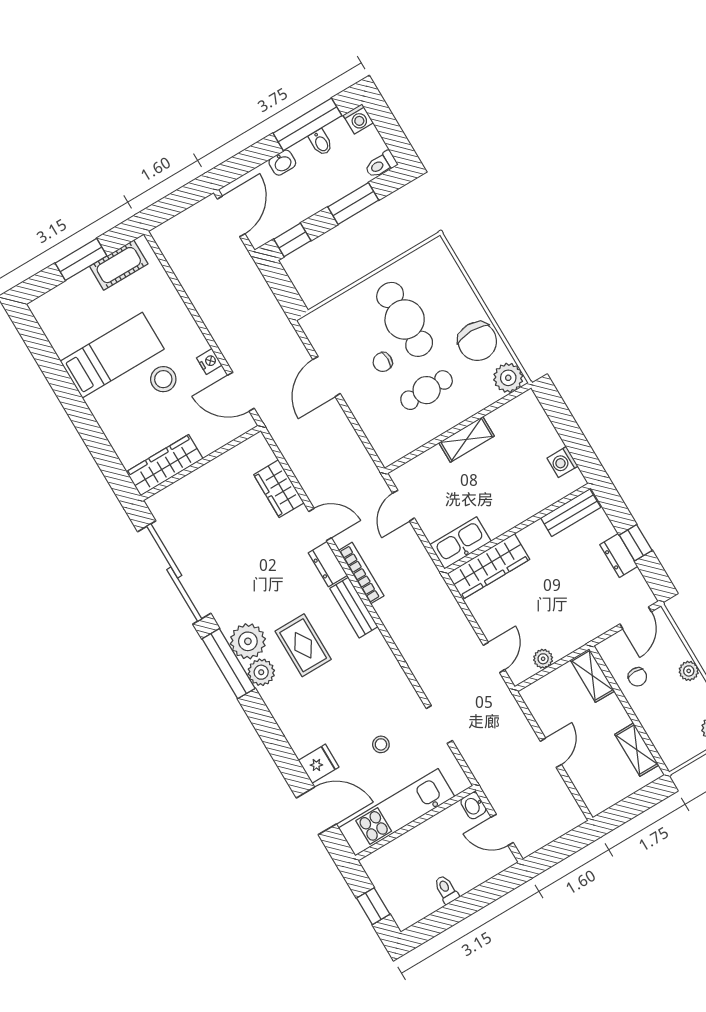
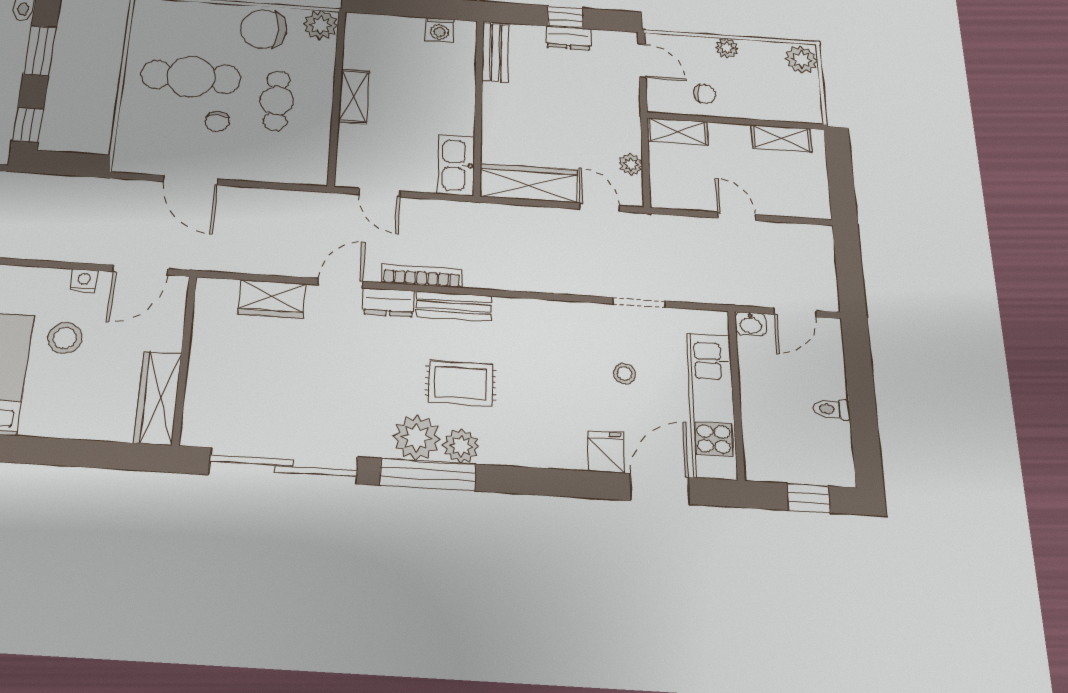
chair: (477, 341) -> (264, 29), turned 180
wardrobe: (488, 567) -> (529, 183), moved, turned -90

